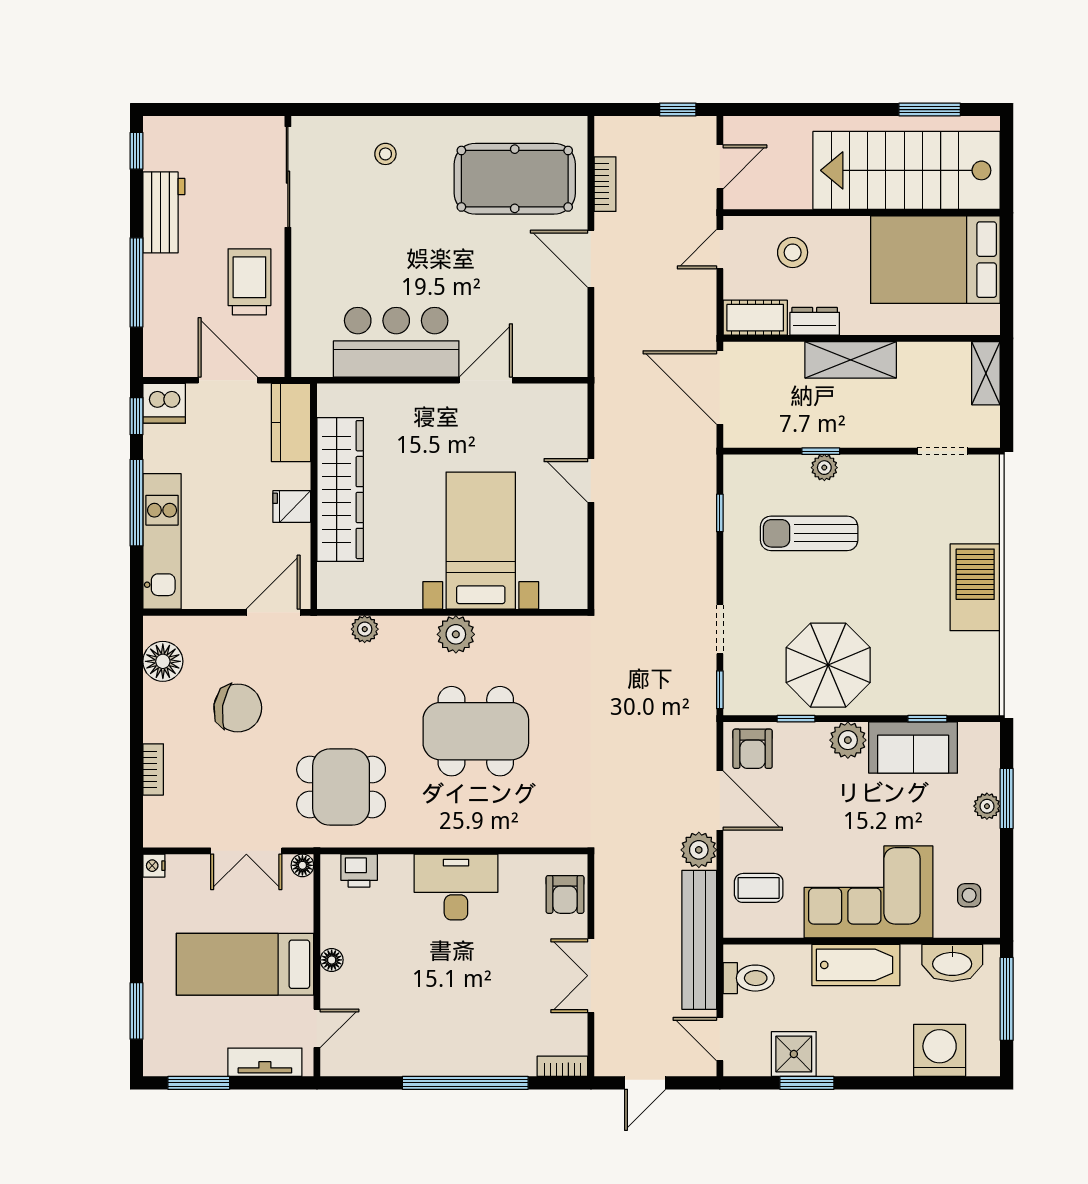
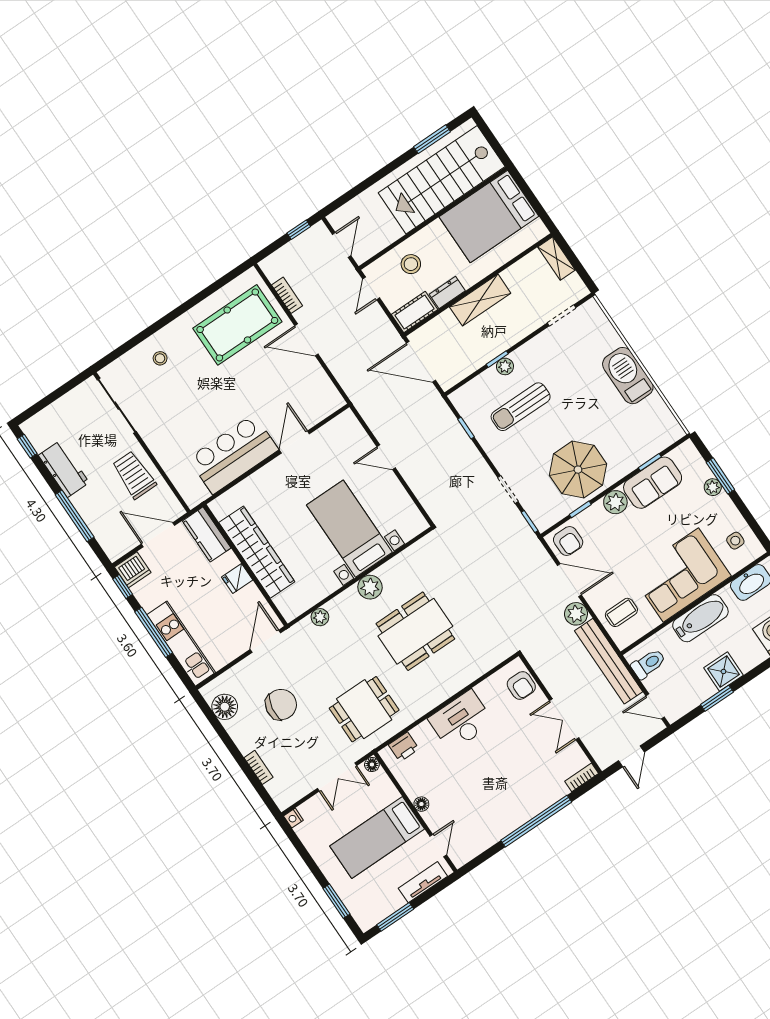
shower: (794, 1054) -> (723, 671), moved

